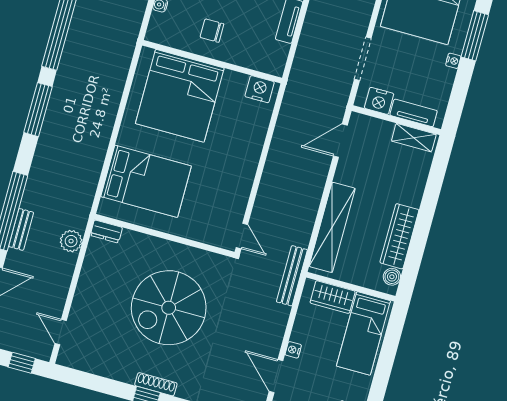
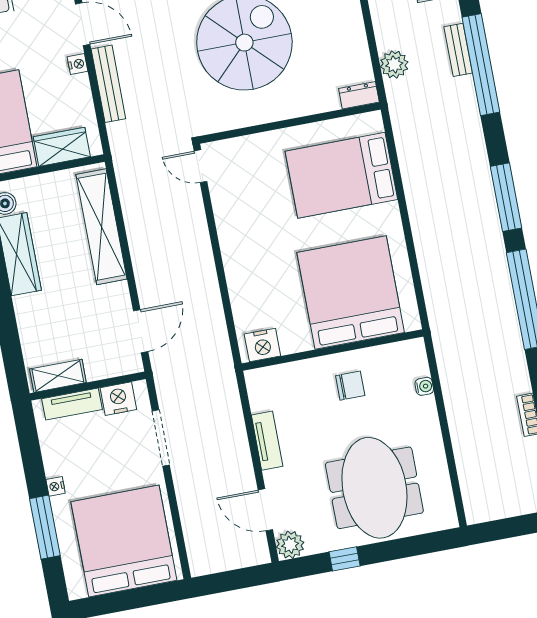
bench: (292, 276) -> (108, 84), moved

